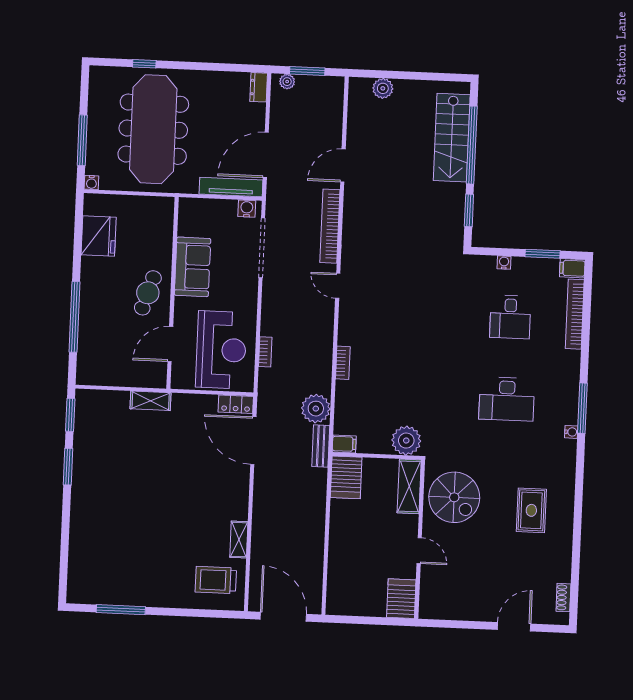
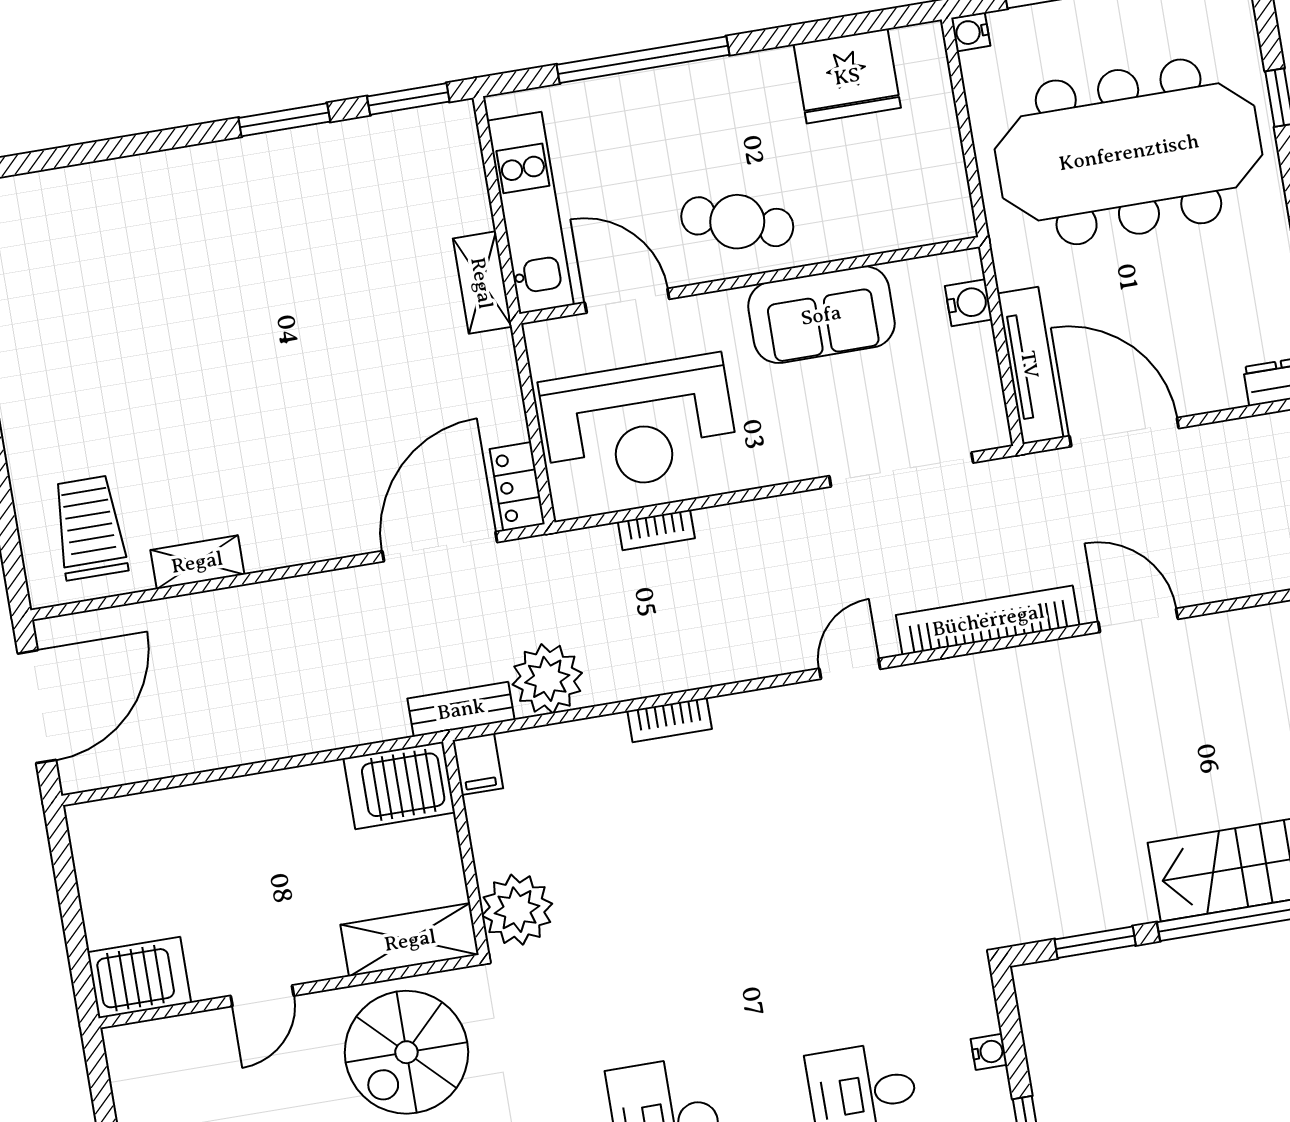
water cooler: (247, 209) -> (968, 303), moved
kitchen unit: (127, 375) -> (530, 213), added

